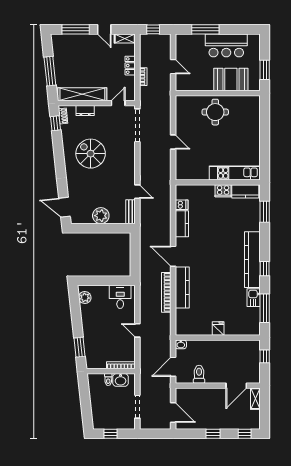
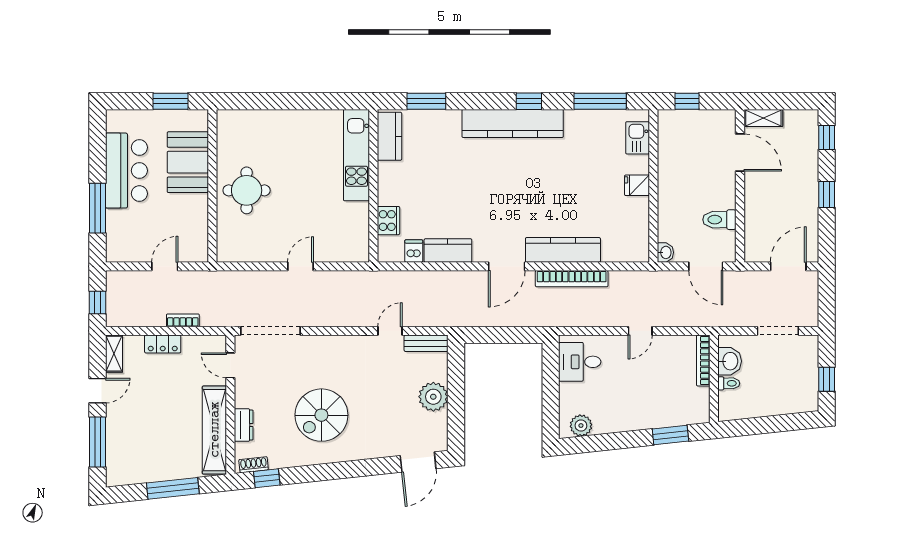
cooker: (223, 191) -> (389, 221), moved
kitchen sink: (254, 298) -> (638, 138), moved, turned 90

